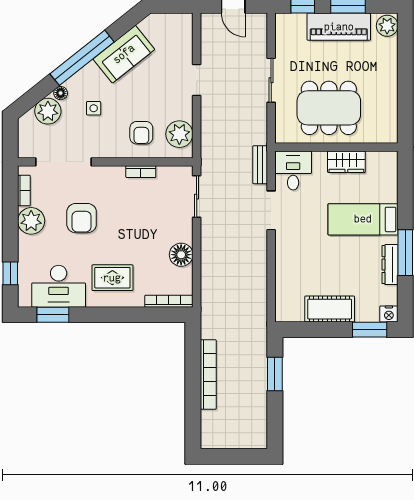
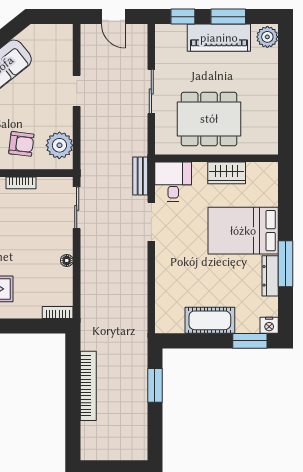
armchair: (141, 133) -> (21, 144), turned -83
bed: (363, 219) -> (243, 231), width x1.50
floor lamp: (181, 255) -> (67, 260), width x0.53, depth x0.53
bookcase: (169, 301) -> (58, 312), width x0.64

